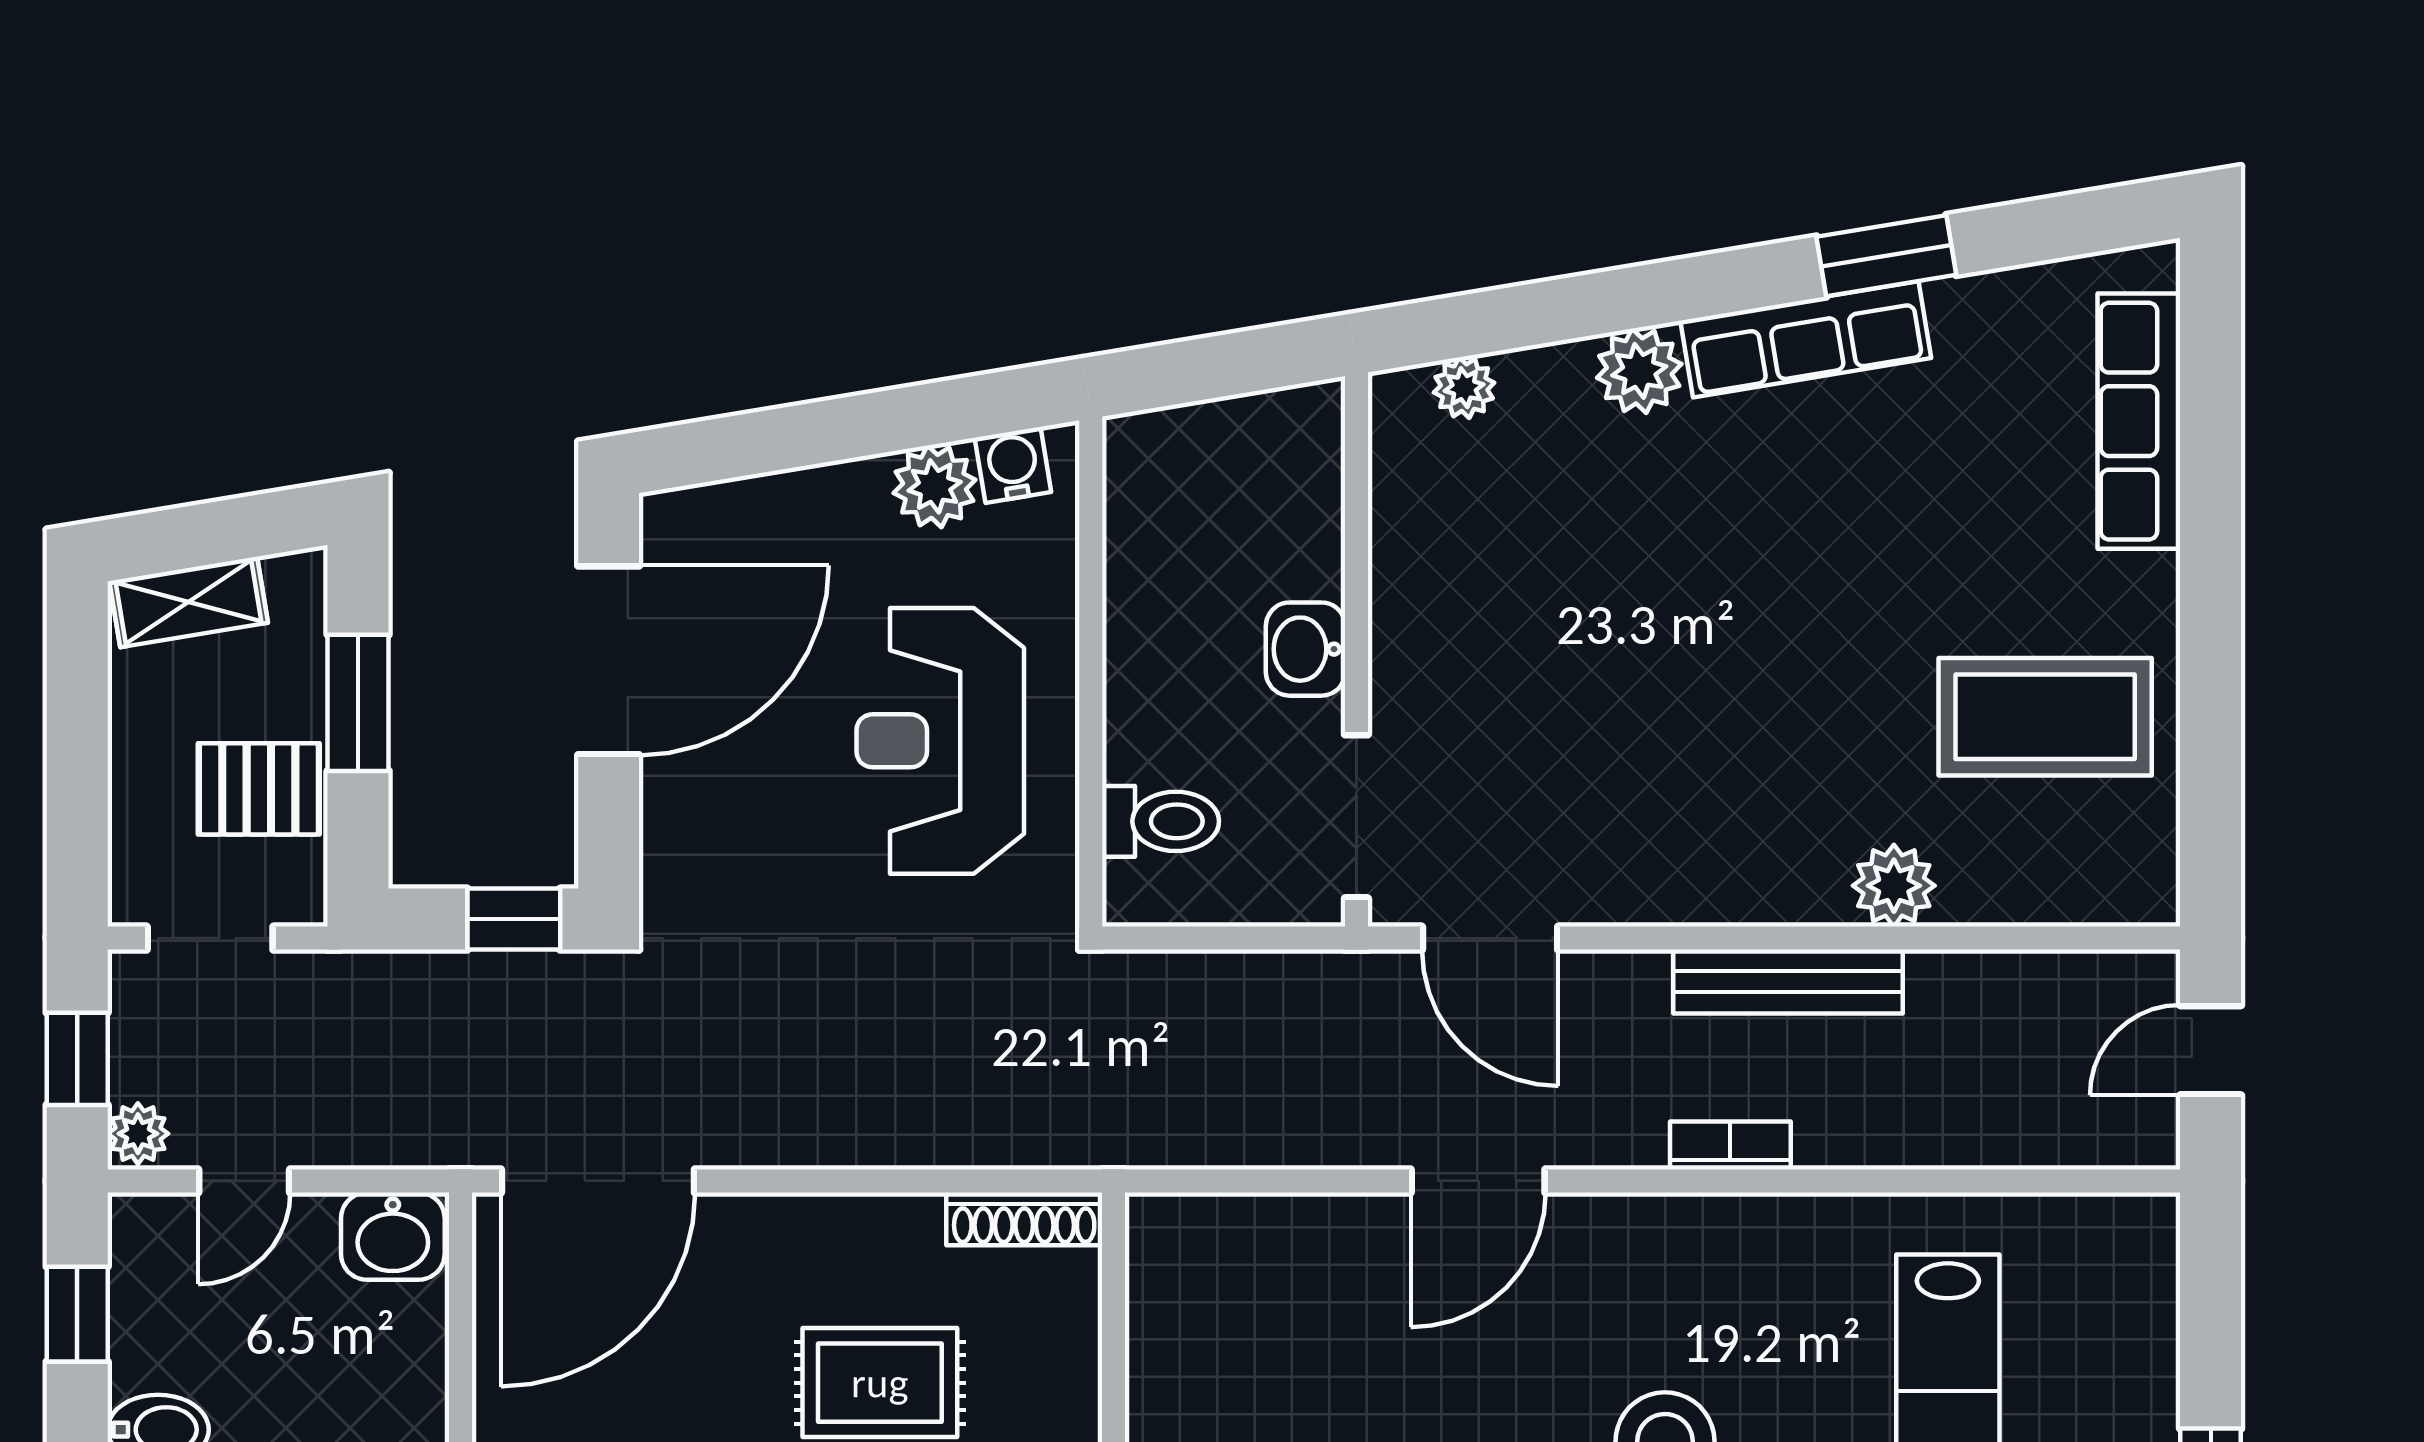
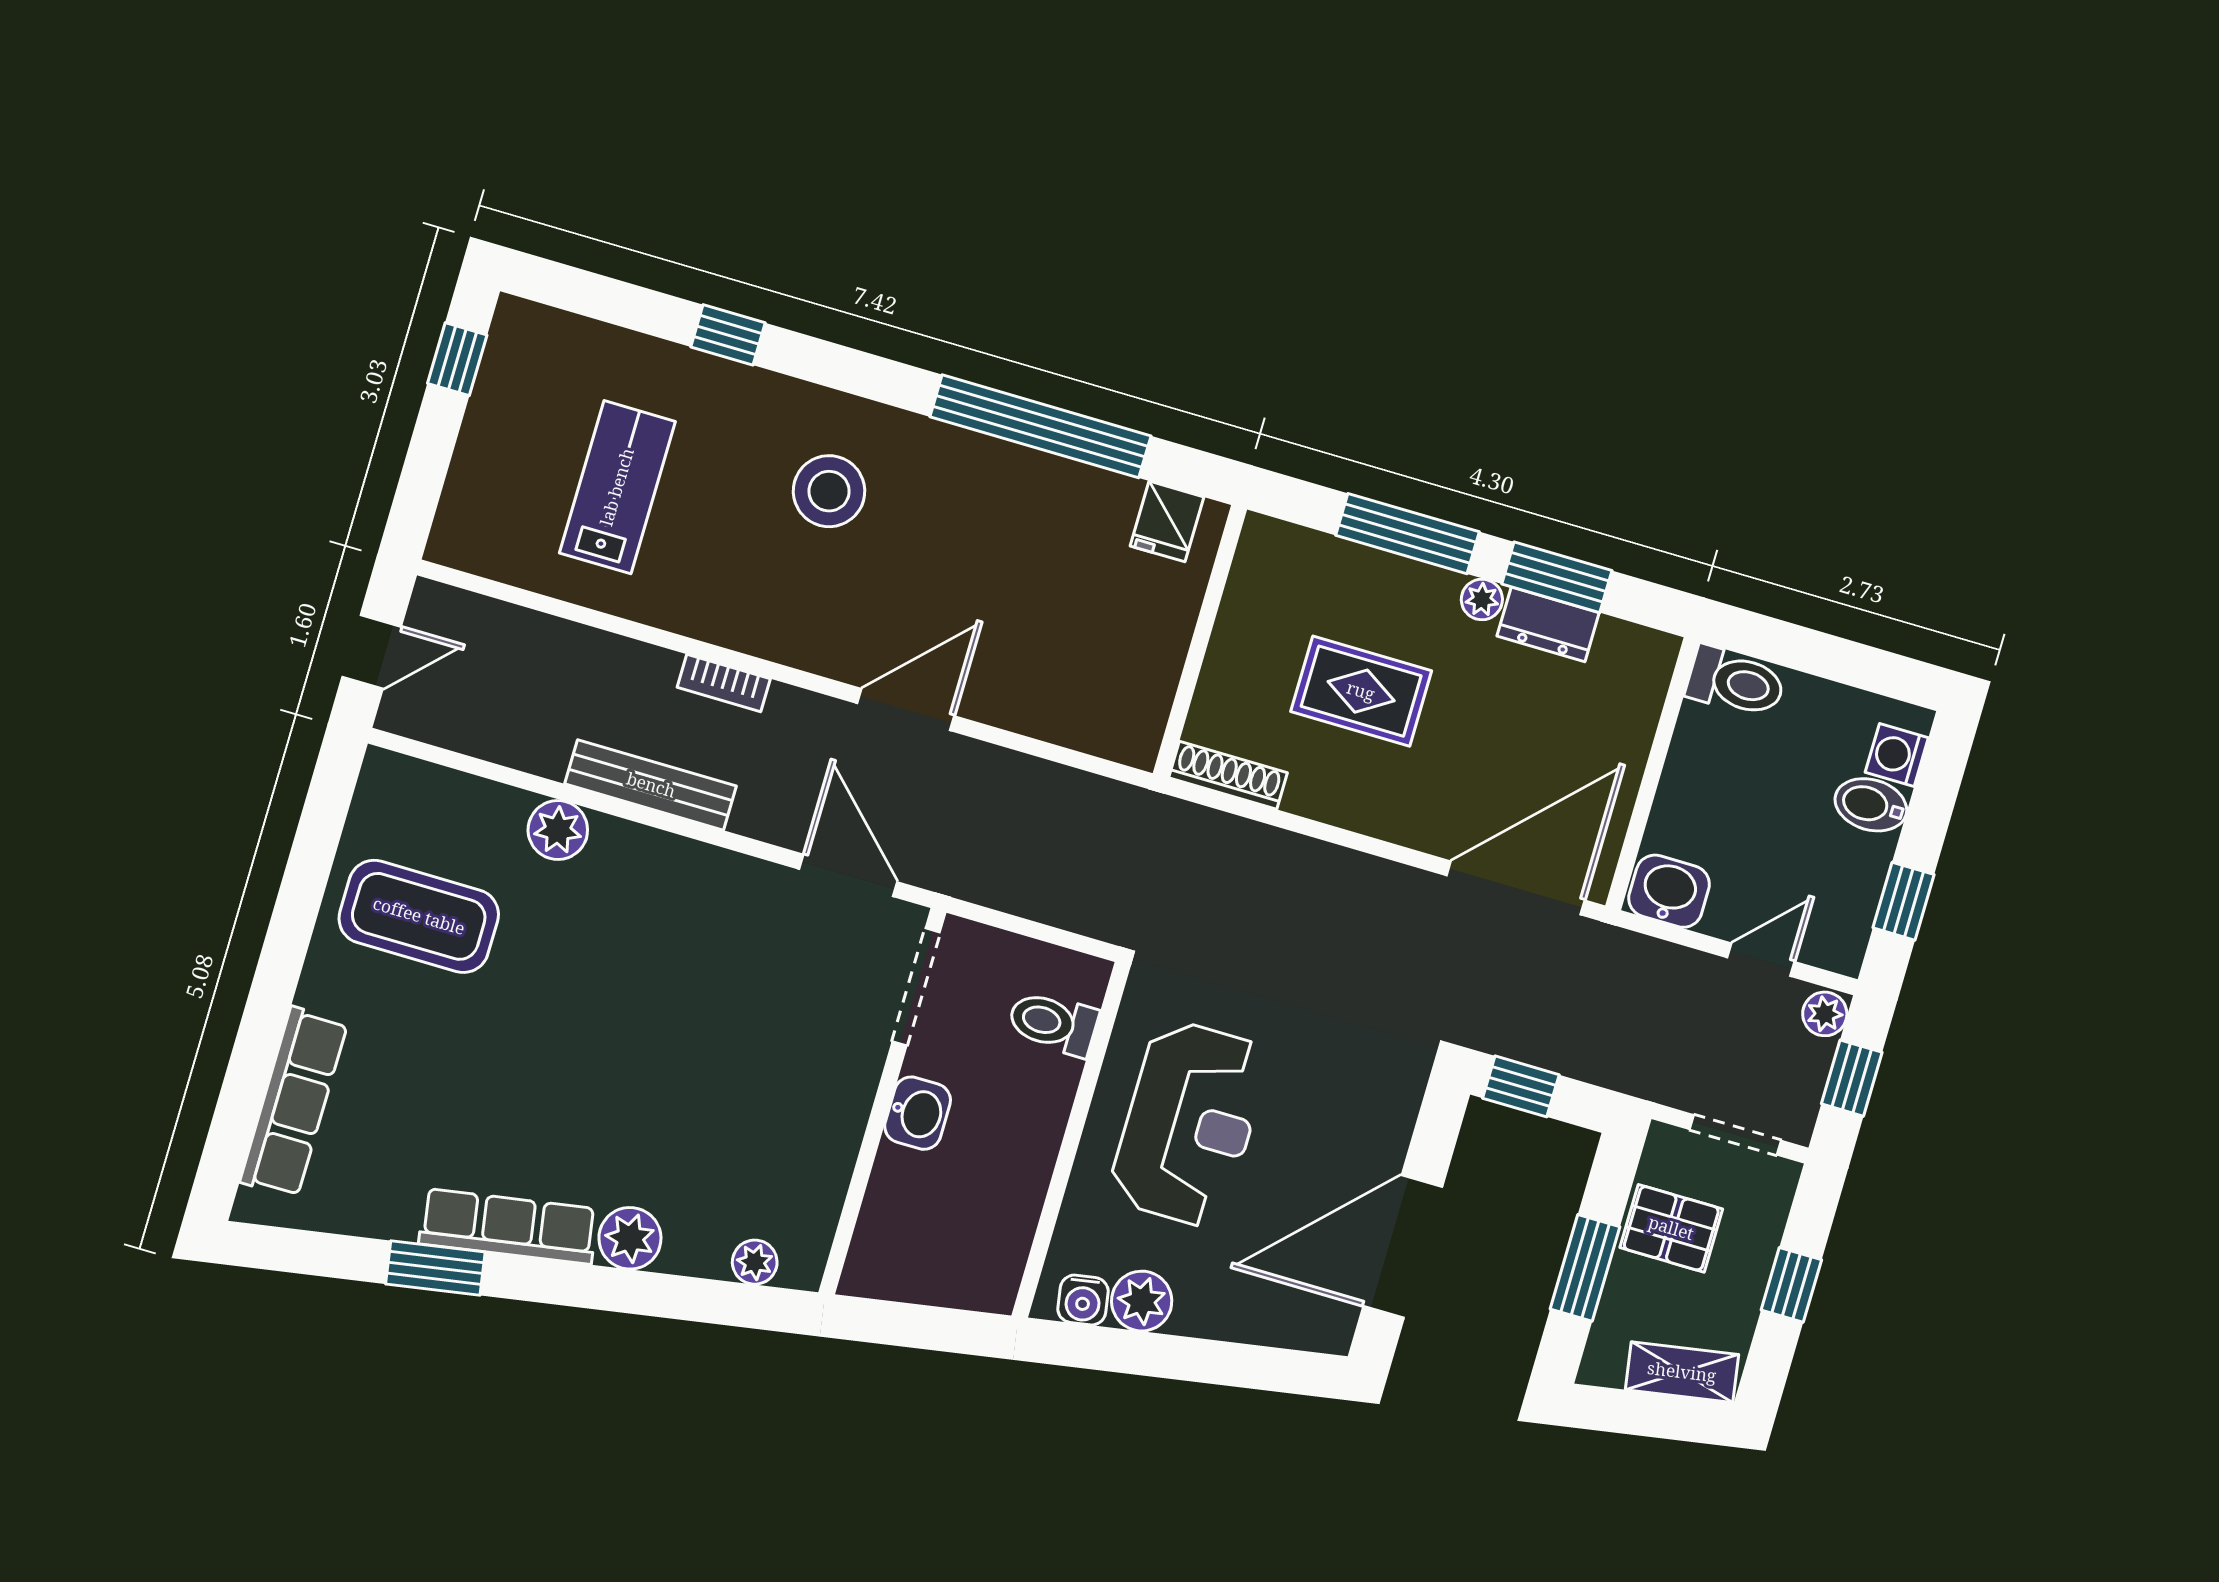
window: (77, 760) -> (1791, 1285), added

